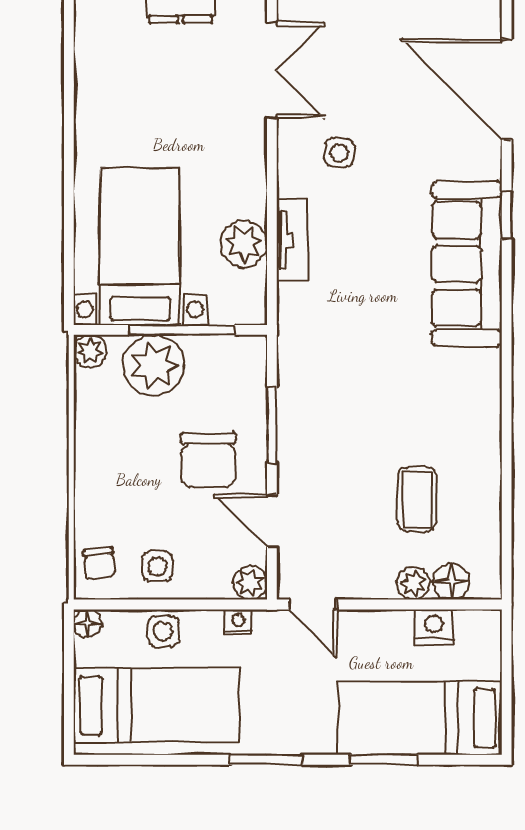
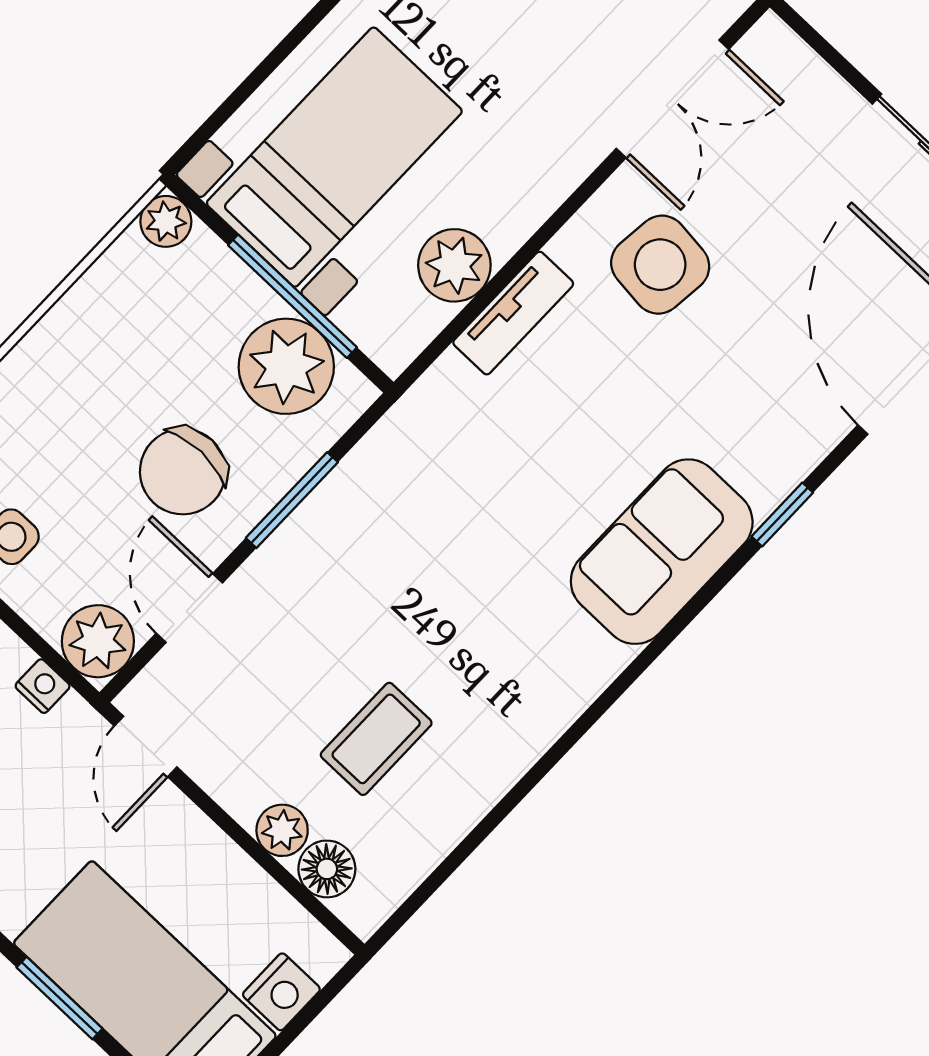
side table: (339, 153) -> (660, 265), width x1.87, depth x1.87
sofa: (467, 264) -> (662, 552), width x0.73
plant: (154, 365) -> (286, 366), moved
plant: (250, 583) -> (98, 641), width x1.38, depth x1.38
nightstand: (434, 627) -> (281, 992), moved, turned 90

